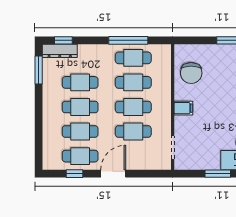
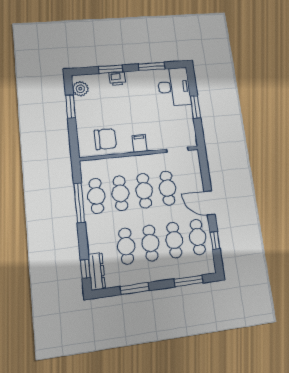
window: (39, 70) -> (135, 289), moved
window: (39, 141) -> (189, 281), added

